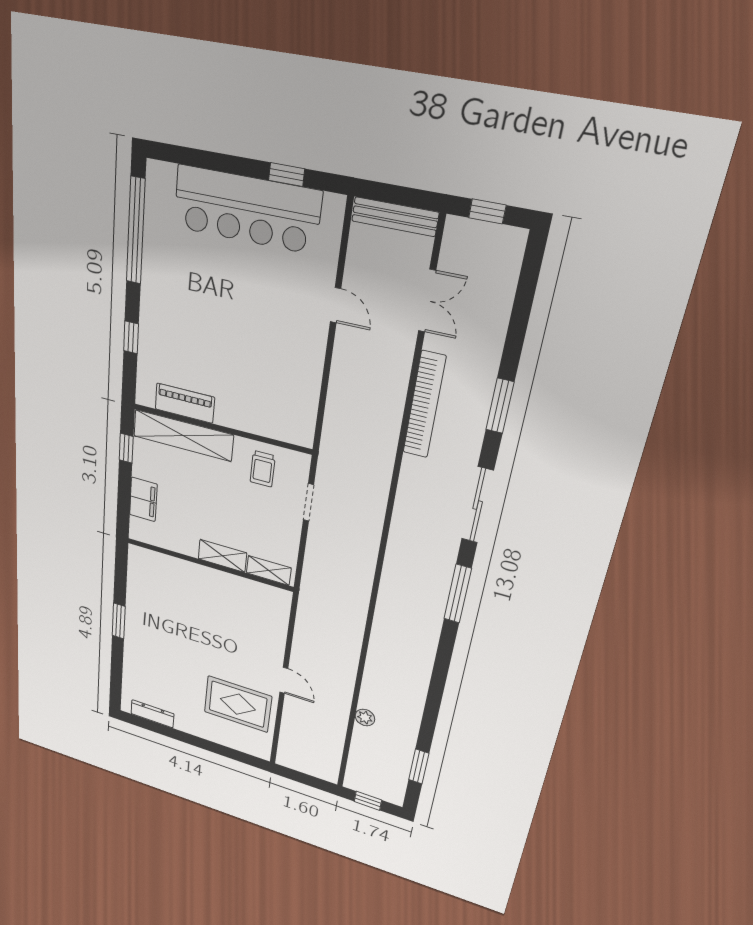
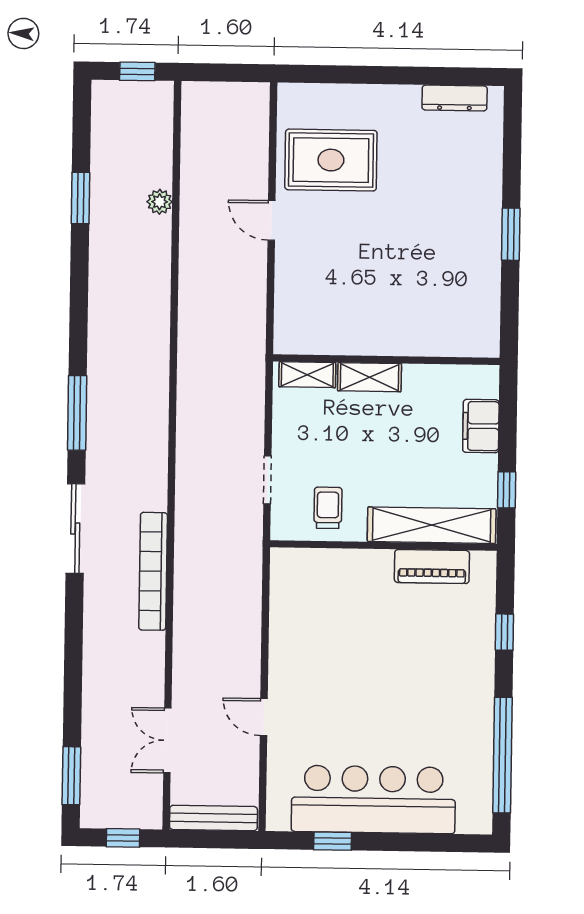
bookcase: (424, 405) -> (153, 571), moved
window: (500, 406) -> (71, 776), moved
window: (419, 766) -> (80, 198), moved

